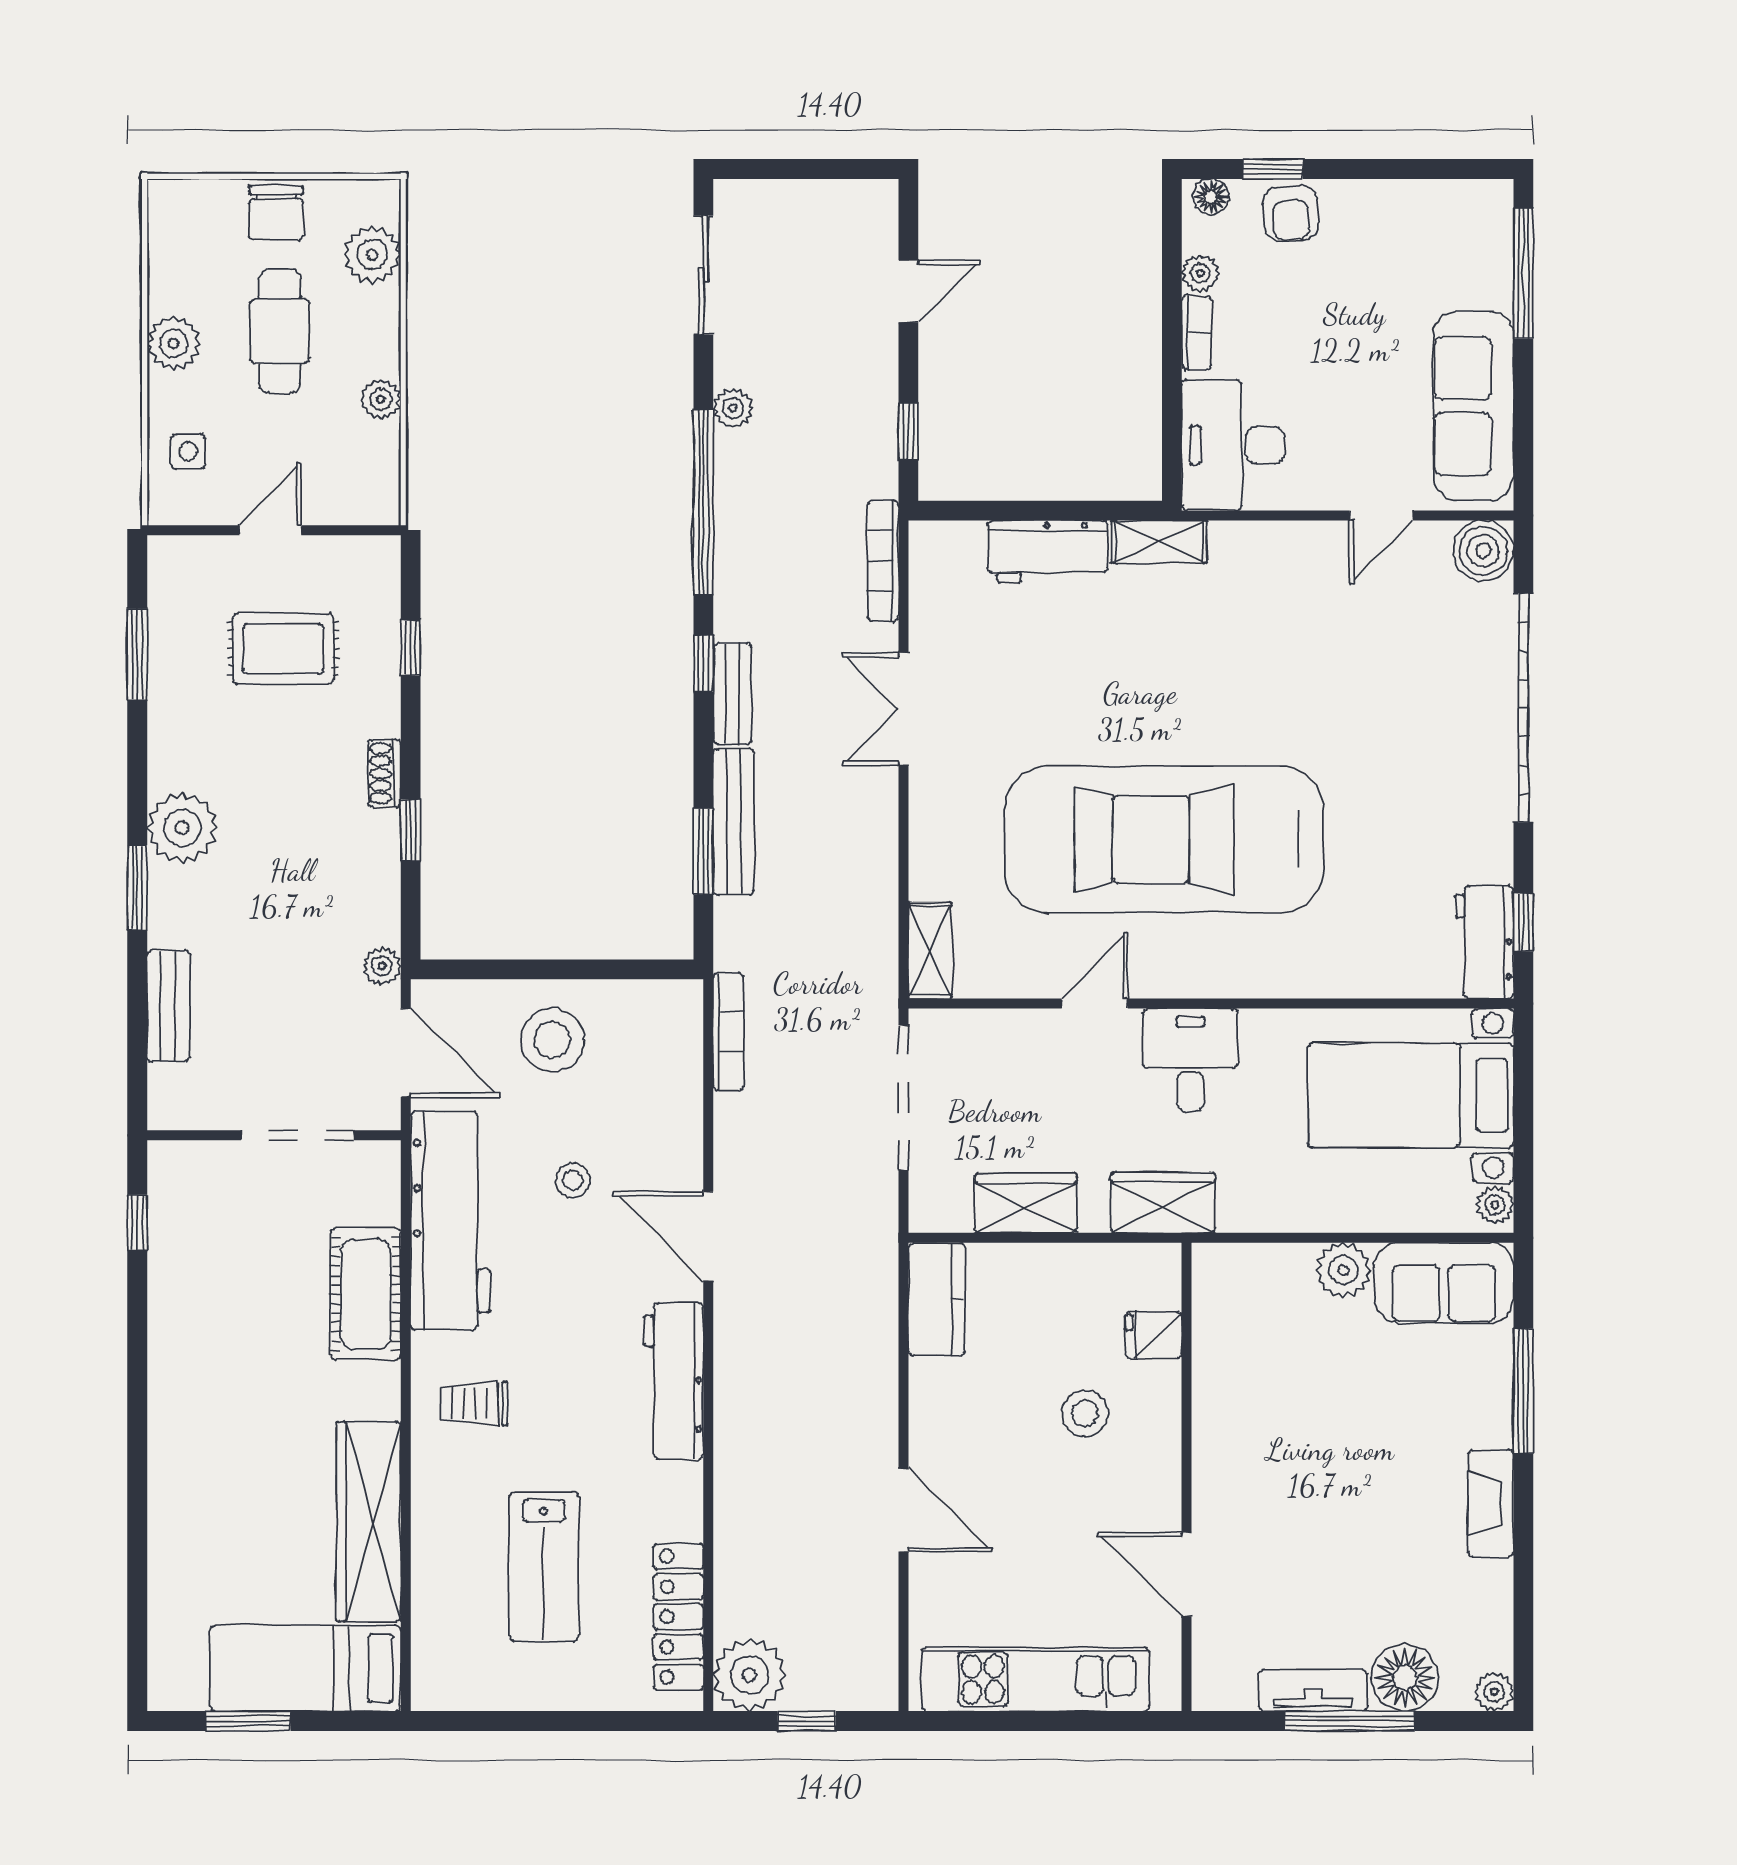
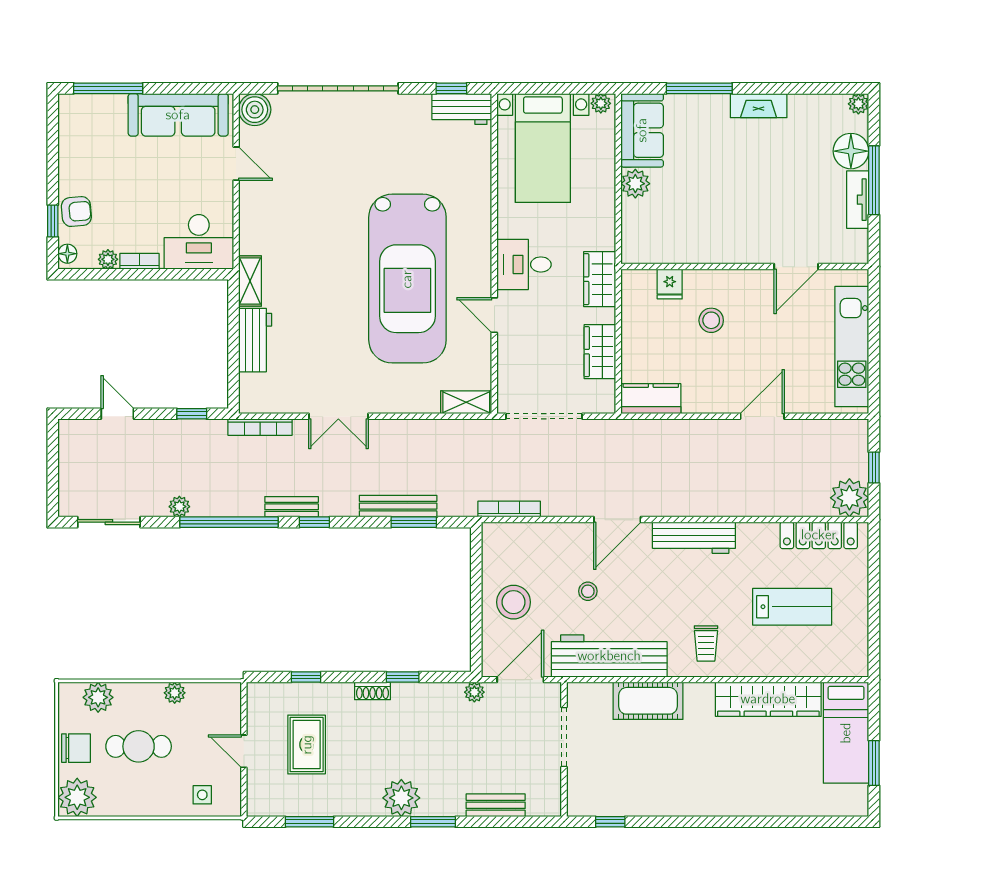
plant: (174, 343) -> (77, 797), moved, width x1.36, depth x1.36
bench: (732, 694) -> (292, 507), moved

